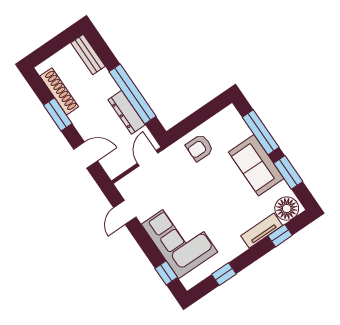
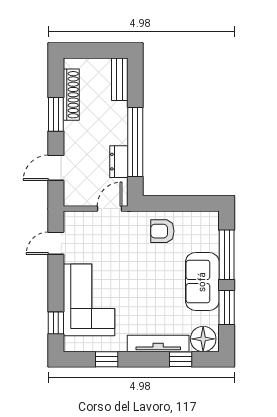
dresser: (127, 112) -> (119, 162), width x0.70
door: (86, 155) -> (56, 168), swing flipped
tv unit: (262, 231) -> (158, 343), width x1.41

